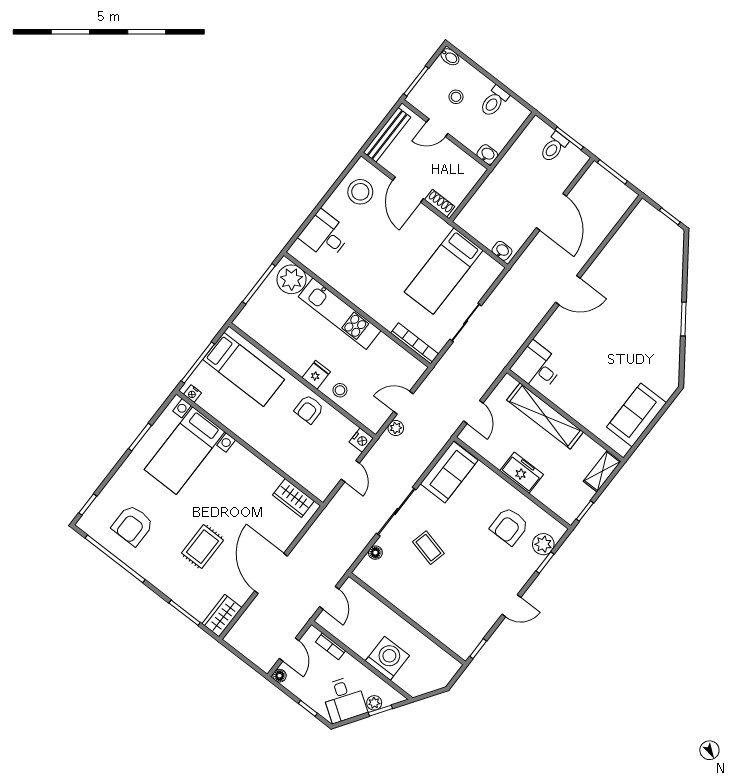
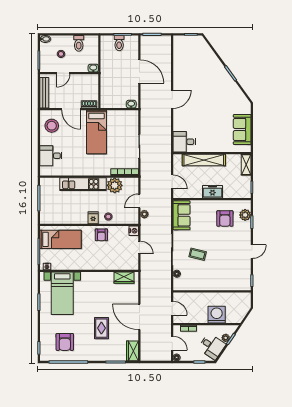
bed: (444, 271) -> (96, 132), moved
plant: (292, 279) -> (115, 185), moved

